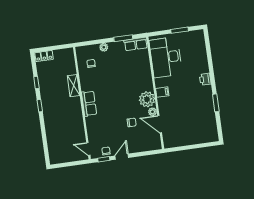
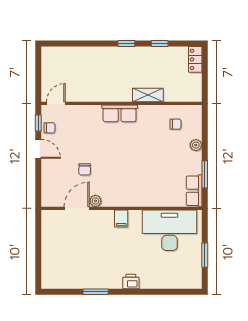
plant: (147, 99) -> (114, 196), removed

